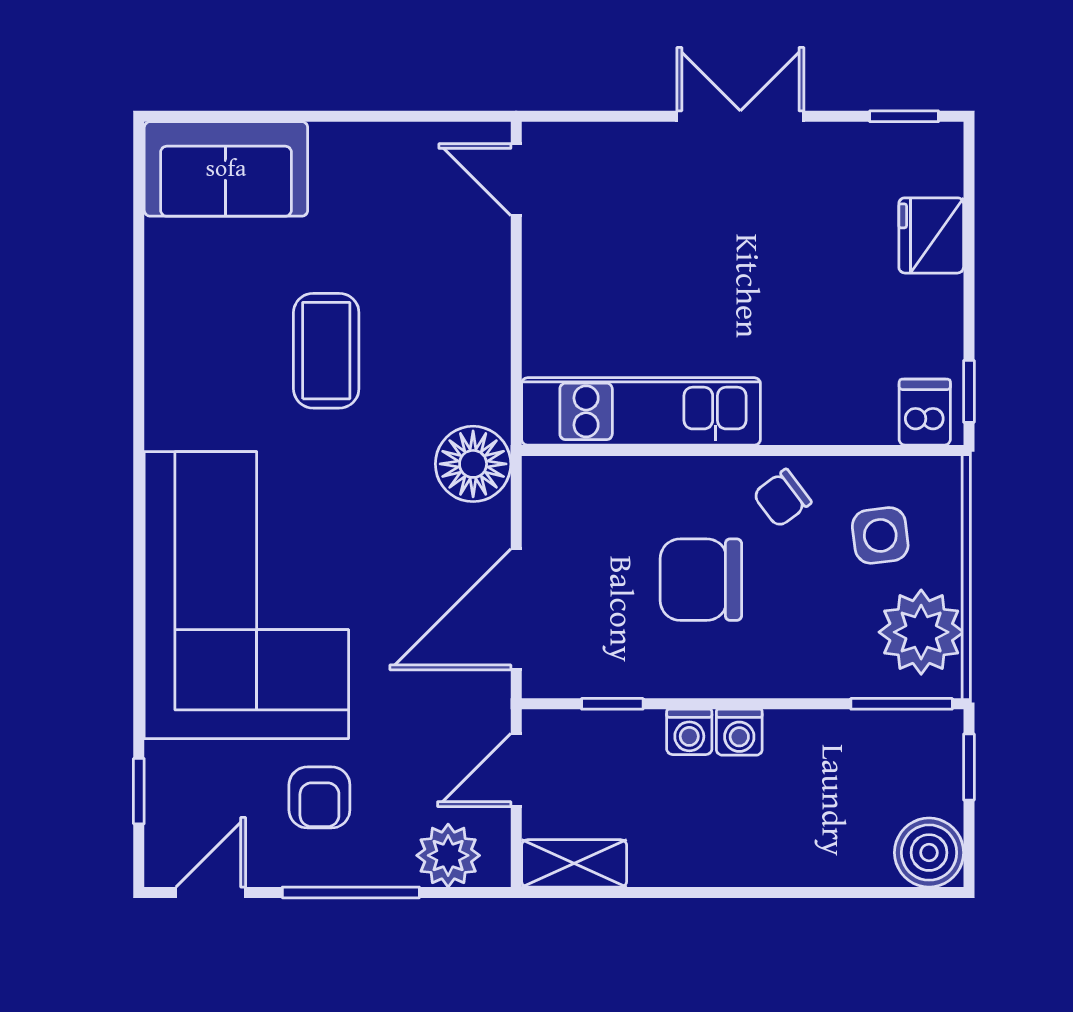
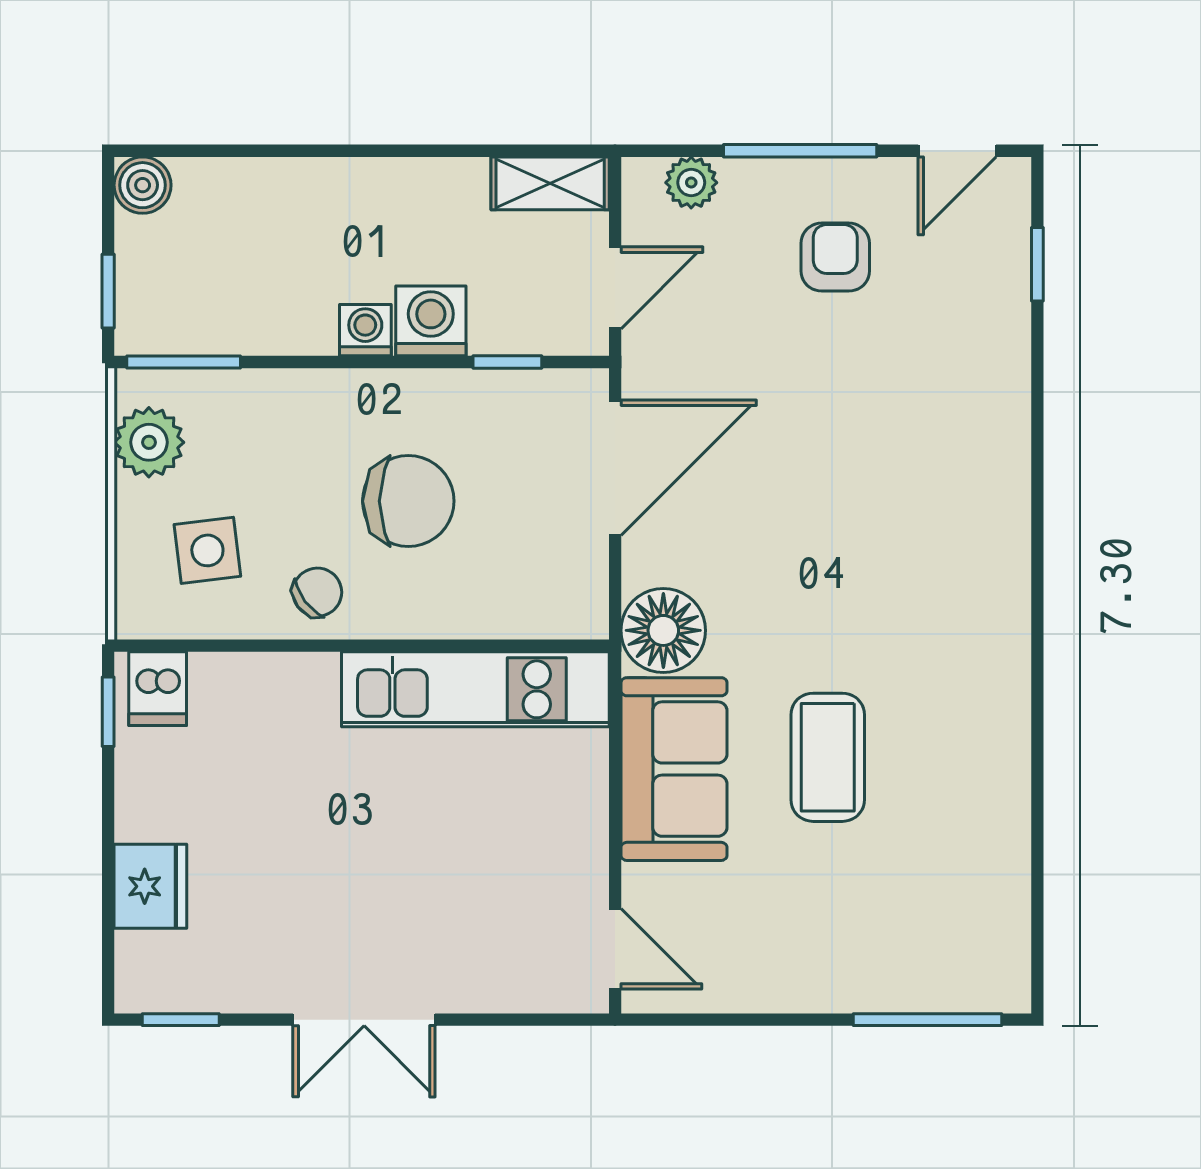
window: (237, 116) -> (927, 1020), added
sofa: (226, 169) -> (674, 769), moved, turned 90
corner sofa: (246, 595) -> (917, 484), removed
plant: (921, 632) -> (149, 442), width x0.73, depth x0.73
washing machine: (689, 732) -> (431, 321), width x1.38, depth x1.38
boiler: (929, 853) -> (143, 185), width x0.73, depth x0.73
plant: (448, 855) -> (691, 183), width x0.73, depth x0.73

